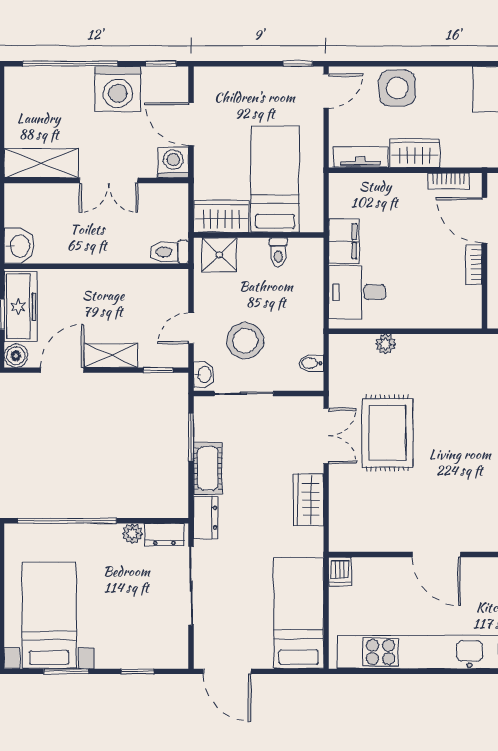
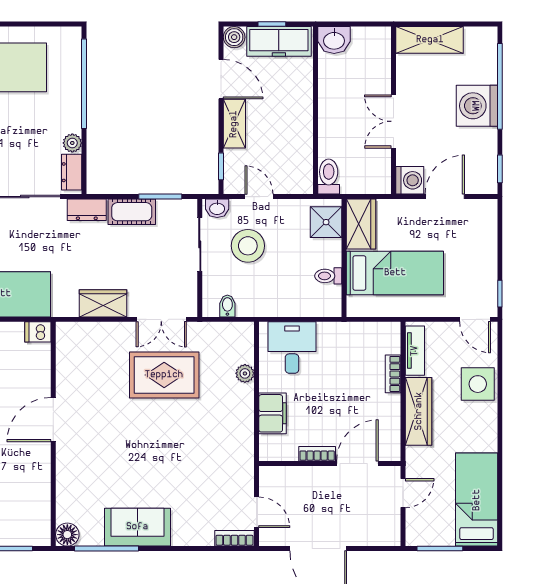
washing machine: (118, 89) -> (477, 106), moved
wardrobe: (415, 153) -> (419, 411), width x1.50
shelving: (41, 163) -> (430, 40), moved, turned 90
bookcase: (448, 181) -> (393, 374), moved
filing cabinet: (344, 241) -> (273, 413), moved, turned -90

